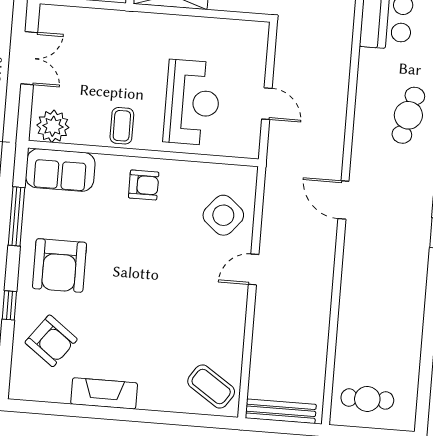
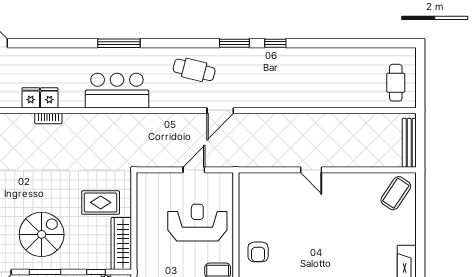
armchair: (144, 185) -> (258, 252), turned 180
door: (343, 200) -> (220, 111), moved
side table: (223, 215) -> (275, 194), removed

